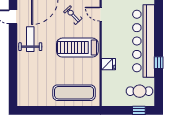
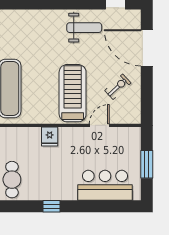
door: (101, 14) -> (99, 125), moved
bar counter: (144, 41) -> (105, 185), width x0.54

